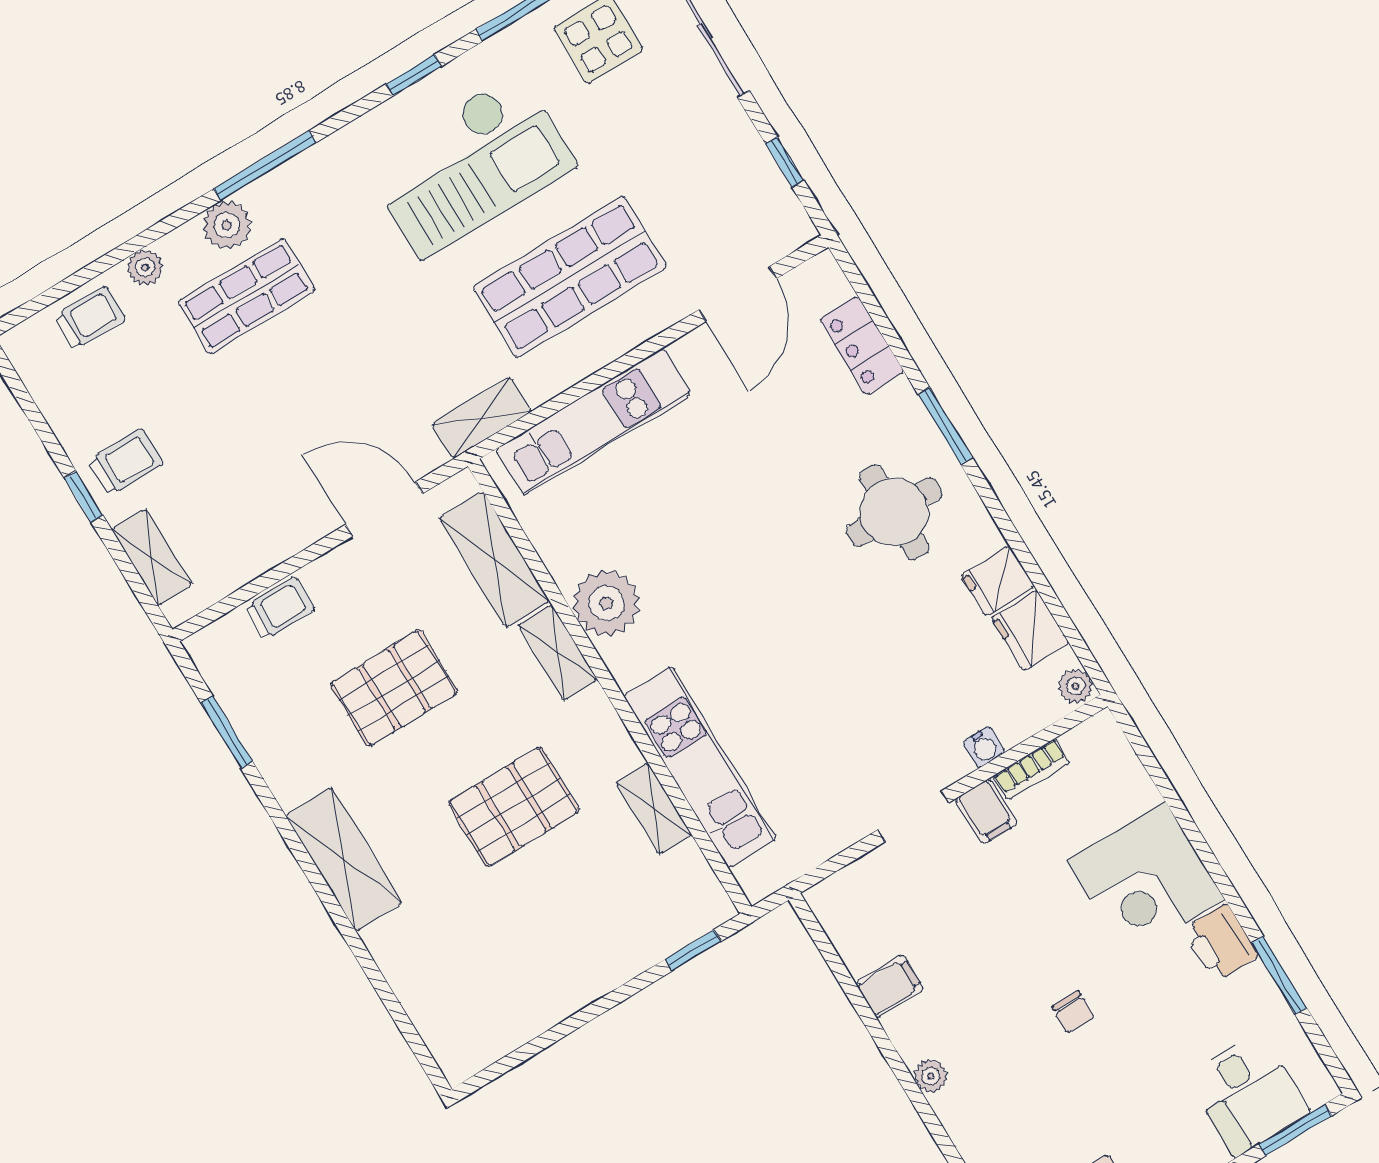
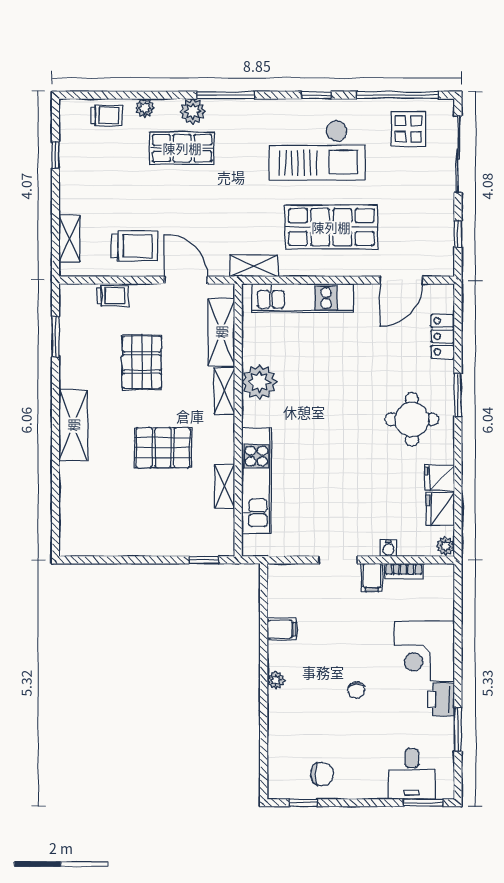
trolley: (126, 462) -> (134, 246), moved, width x1.36, depth x1.39
window: (84, 497) -> (56, 155), moved
pallet: (394, 688) -> (142, 362), turned 90

